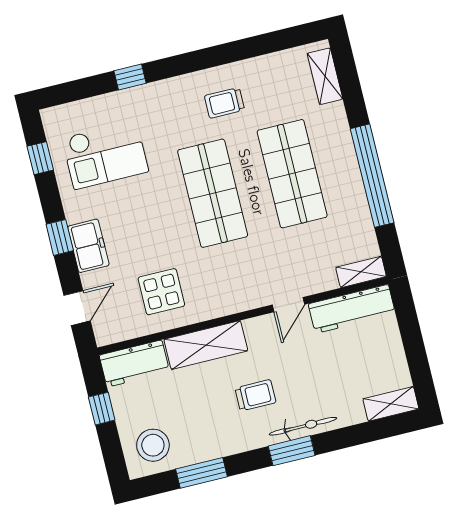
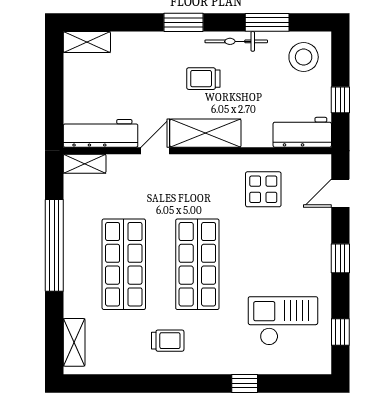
freezer: (88, 246) -> (317, 245), removed
shelving: (206, 345) -> (205, 133), moved
bicycle: (303, 426) -> (236, 41), moved

